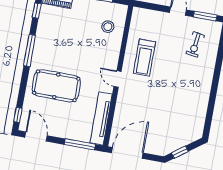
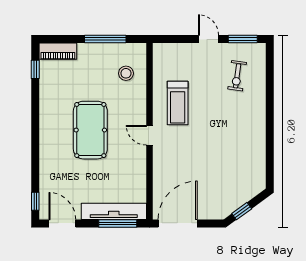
window: (30, 50) -> (35, 120), removed
pool table: (56, 86) -> (90, 130), moved, turned 90
tv unit: (101, 118) -> (114, 211), moved, turned 90

